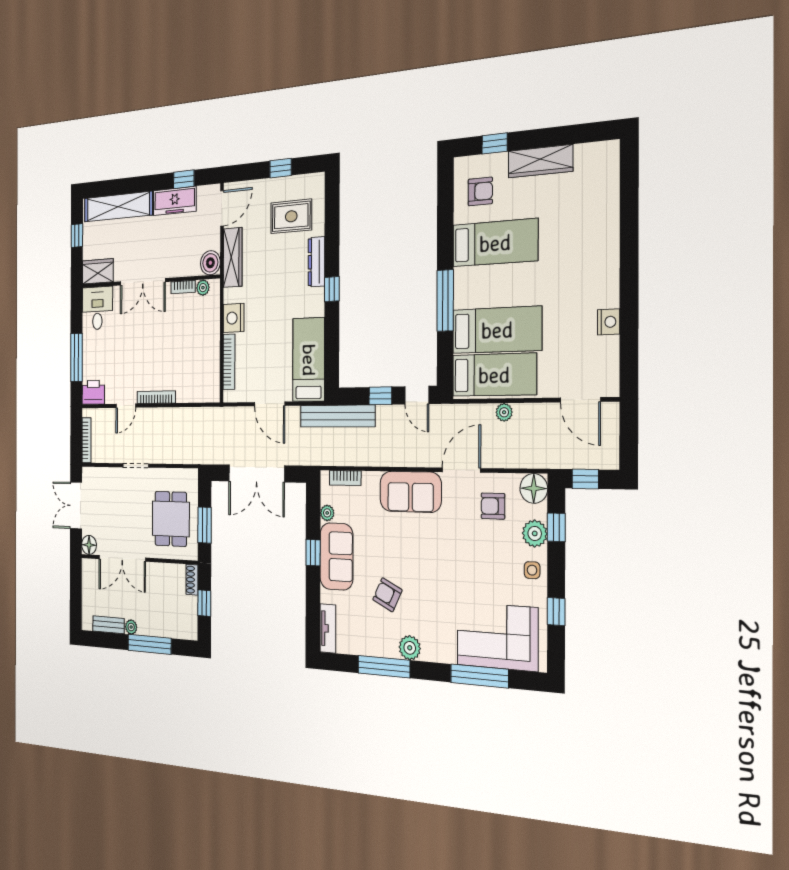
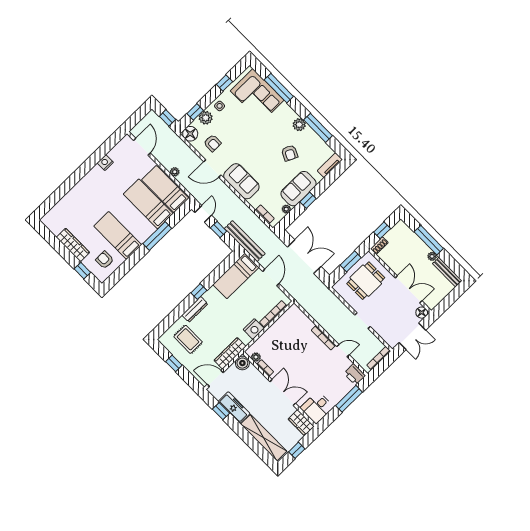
bench: (108, 625) -> (447, 272), width x1.36

